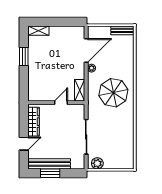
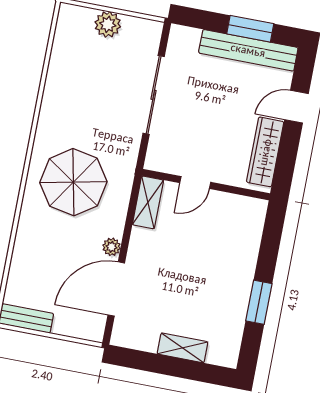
shelving: (38, 31) -> (183, 348), moved
plant: (97, 163) -> (108, 24), moved

